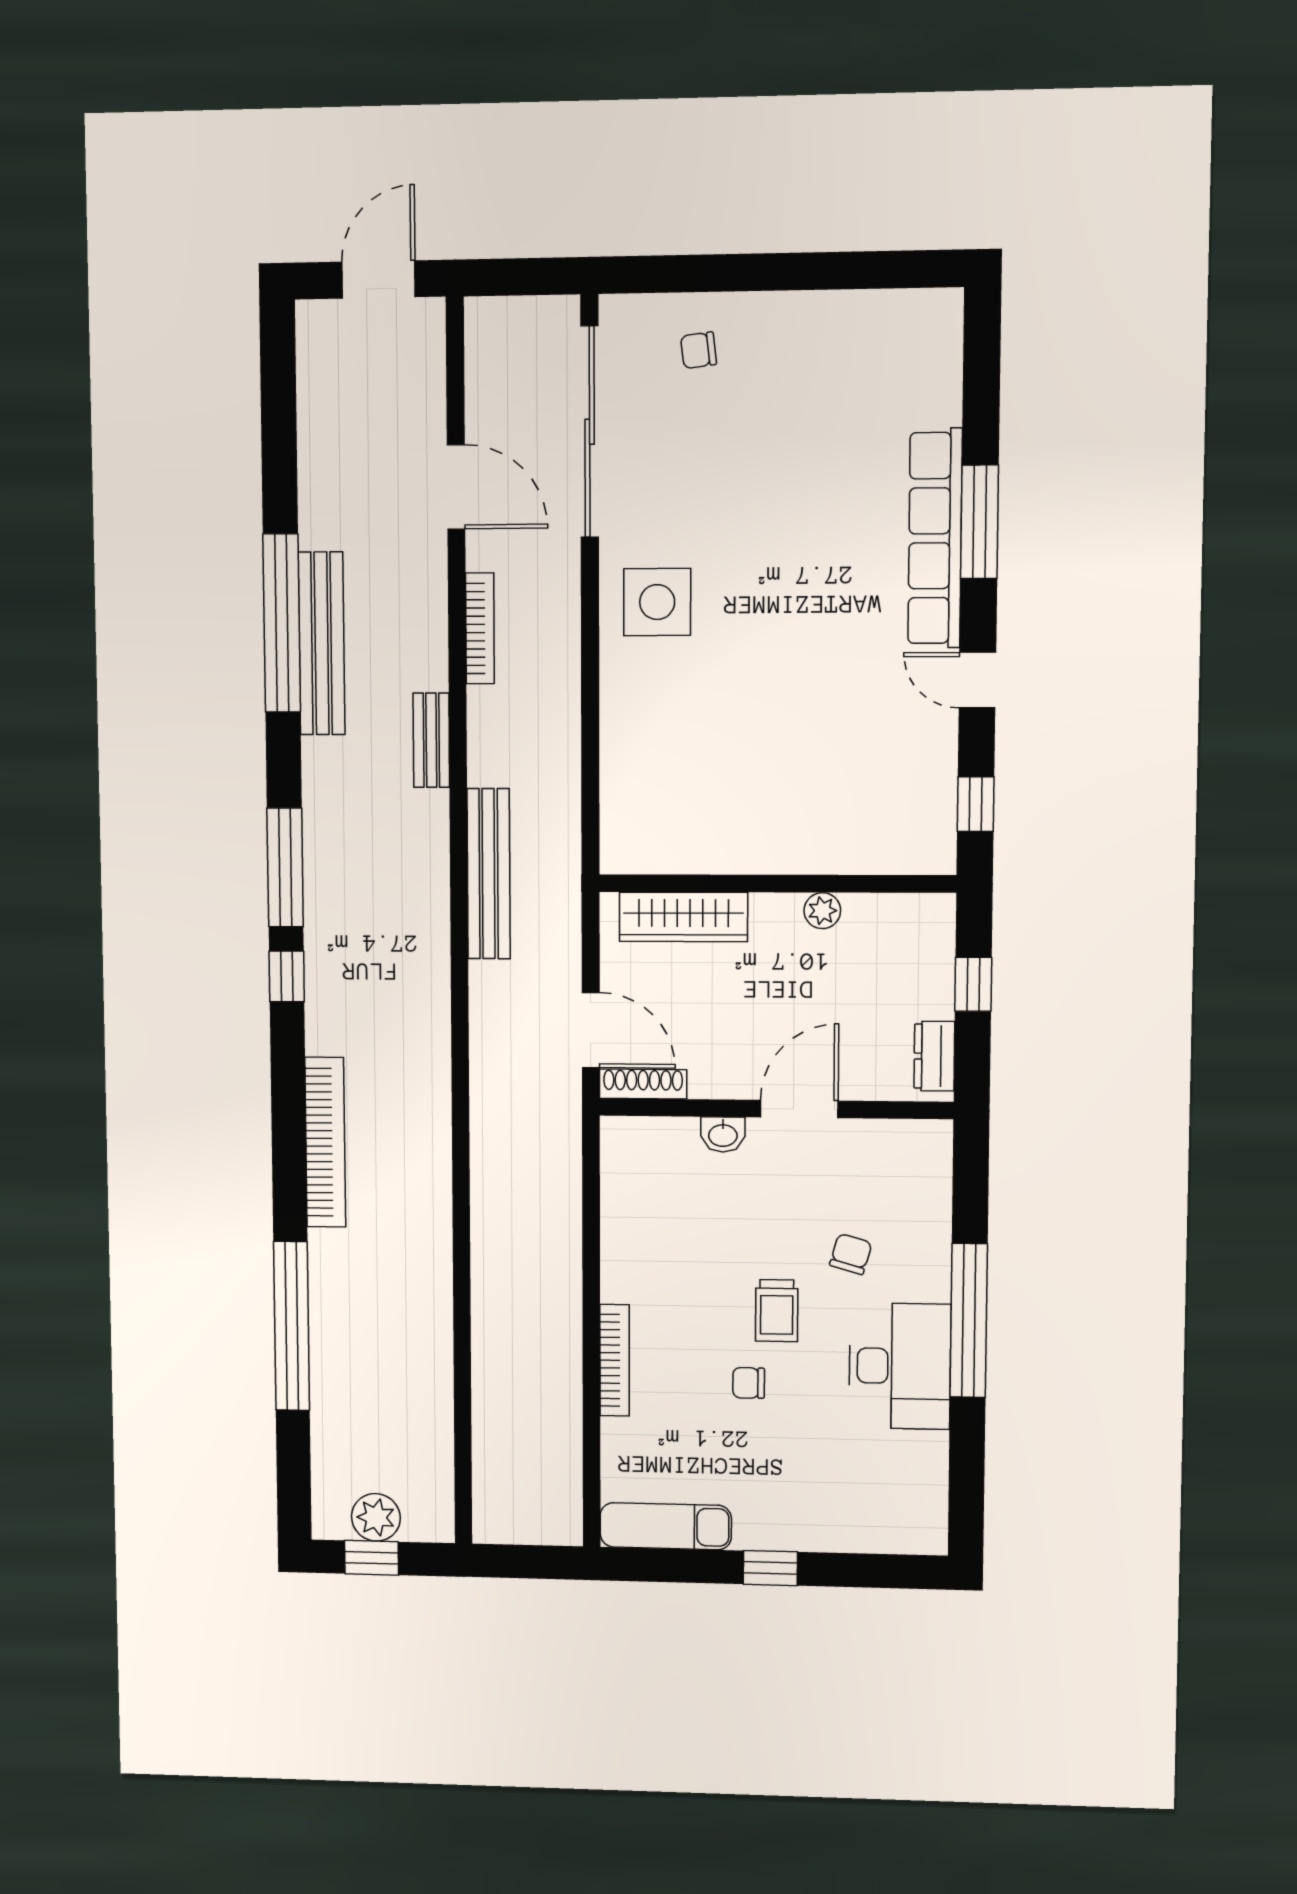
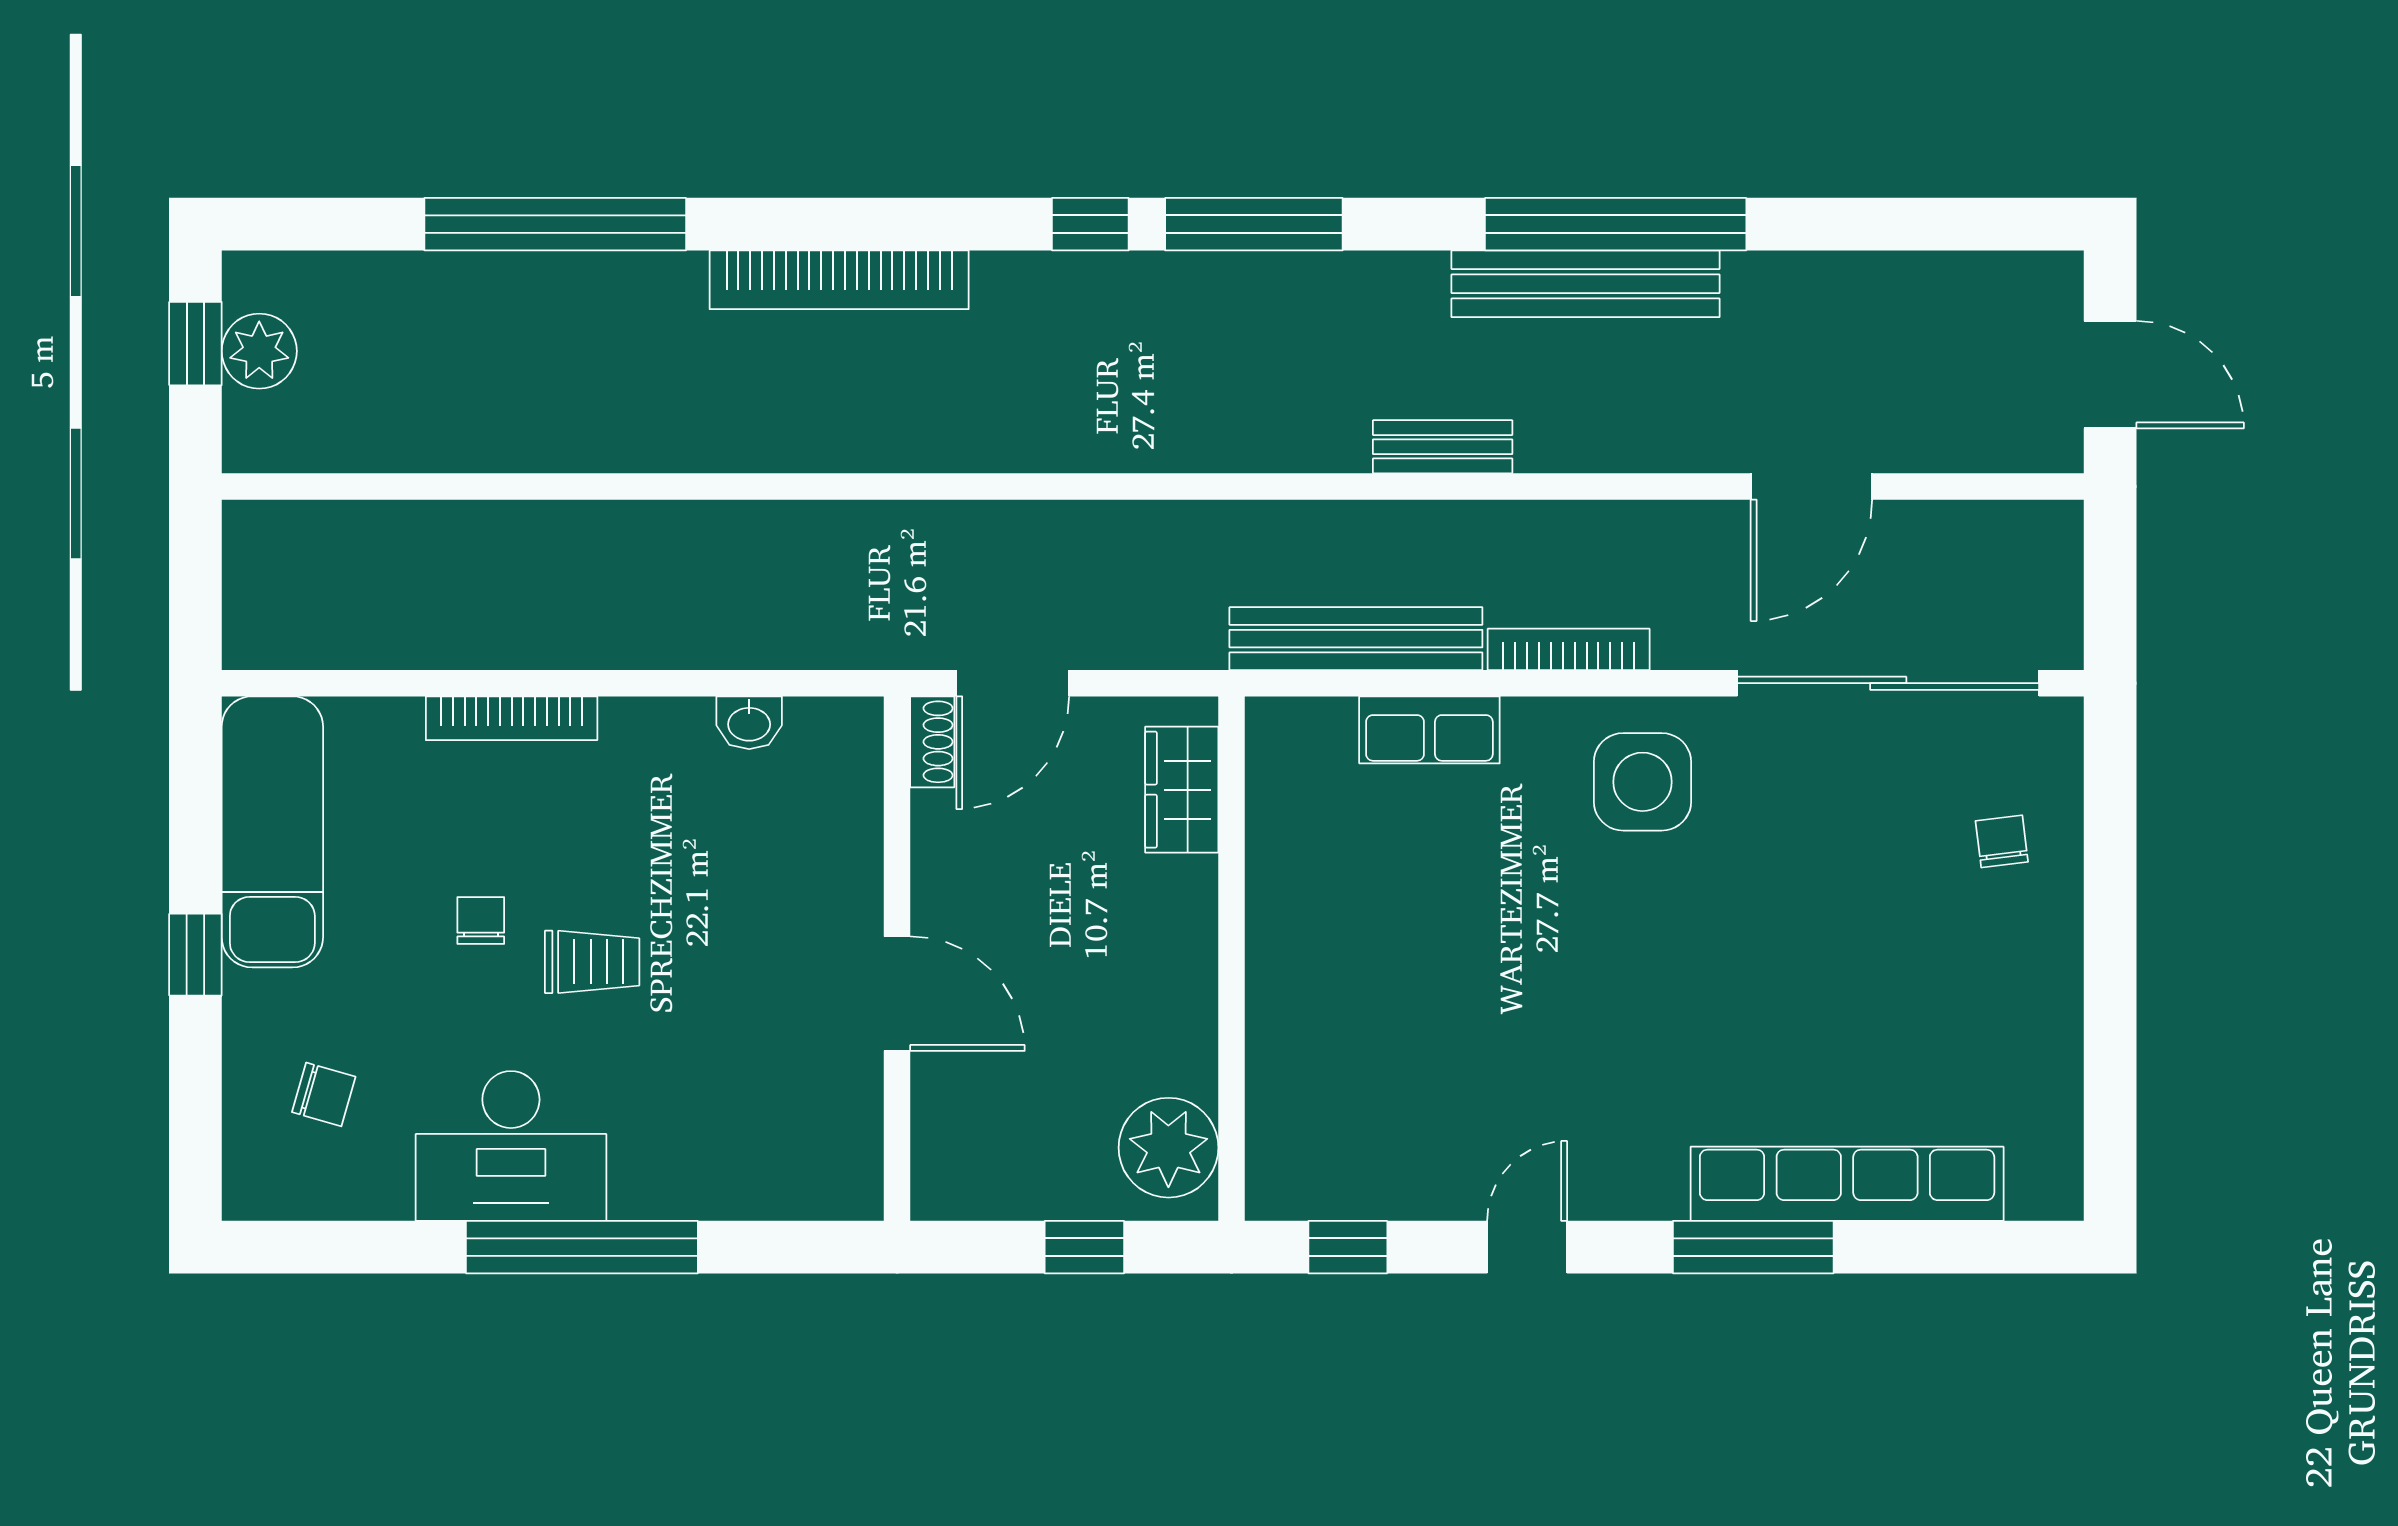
row of seats: (935, 538) -> (1847, 1184), moved
bookcase: (480, 628) -> (1569, 649), moved, turned 180
row of seats: (622, 749) -> (1429, 730), added
bench: (489, 874) -> (1356, 639), moved
plant: (822, 911) -> (1168, 1148), moved, width x1.88, depth x1.88
wardrobe: (683, 917) -> (1182, 790), width x0.67
dresser: (934, 1056) -> (978, 1192), removed
shoe rack: (643, 1084) -> (932, 742), width x0.70
washbasin: (723, 1135) -> (749, 723), moved, turned -90
chair: (851, 1254) -> (324, 1094), moved
trolley: (777, 1311) -> (592, 962), turned 180
exam couch: (666, 1526) -> (272, 832), width x1.36, depth x1.45

